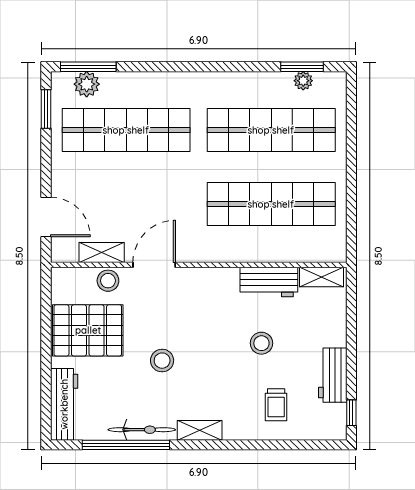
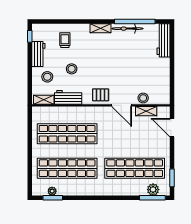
door: (154, 265) -> (122, 105), hinge flipped
pallet: (88, 330) -> (101, 95), moved, width x0.49, depth x0.50
stool: (162, 361) -> (47, 77), moved

